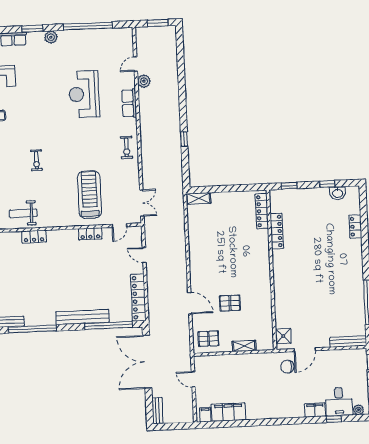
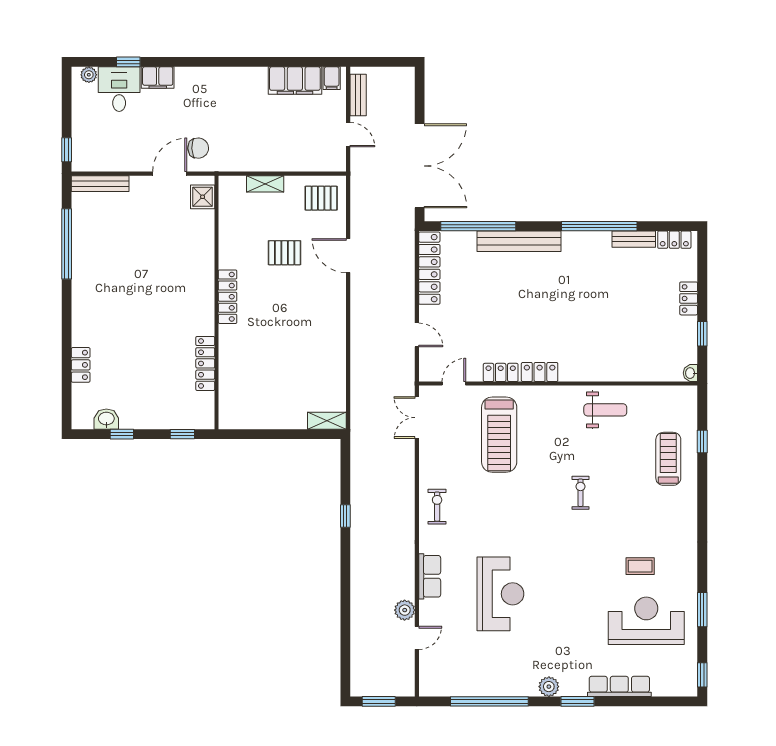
locker: (262, 211) -> (228, 297), moved
locker: (34, 237) -> (540, 372), moved
bench: (157, 411) -> (358, 95), moved

